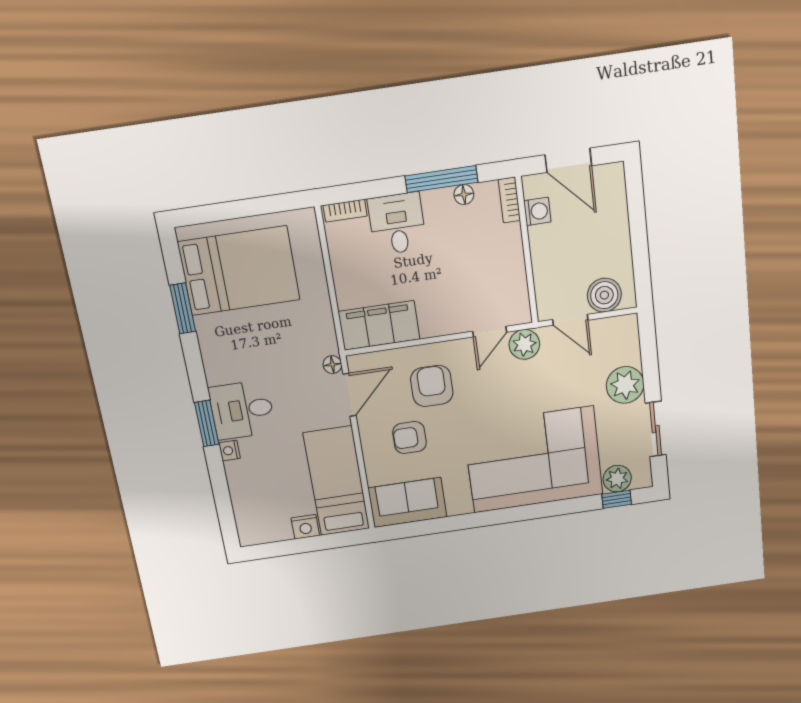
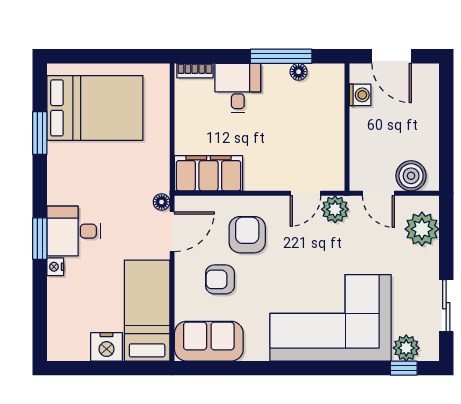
bookcase: (509, 200) -> (337, 82), removed
plant: (625, 385) -> (422, 229), moved
nightstand: (305, 527) -> (107, 347), width x1.36, depth x1.33

